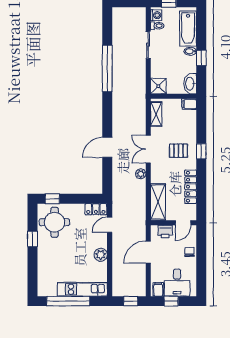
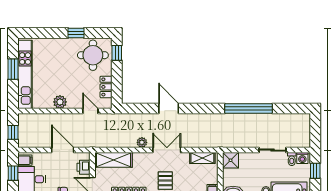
locker: (96, 209) -> (106, 87), moved
kitchen unit: (82, 289) -> (25, 74), width x1.36
window: (68, 301) -> (13, 69), width x0.47

